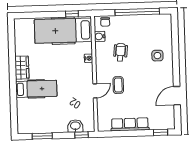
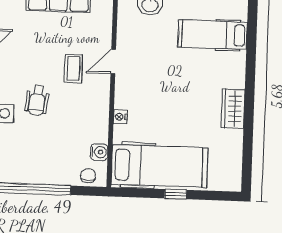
window: (72, 14) -> (176, 194), moved
wheelchair: (121, 52) -> (37, 100), moved
hospital bed: (36, 89) -> (213, 35), moved

